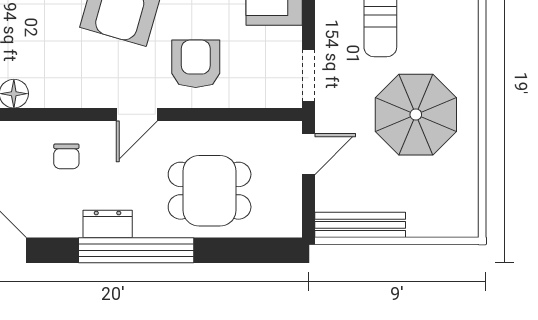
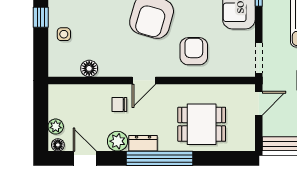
door: (137, 114) -> (144, 80), moved
chair: (66, 156) -> (119, 104), turned 90
plant: (63, 220) -> (118, 141), added

